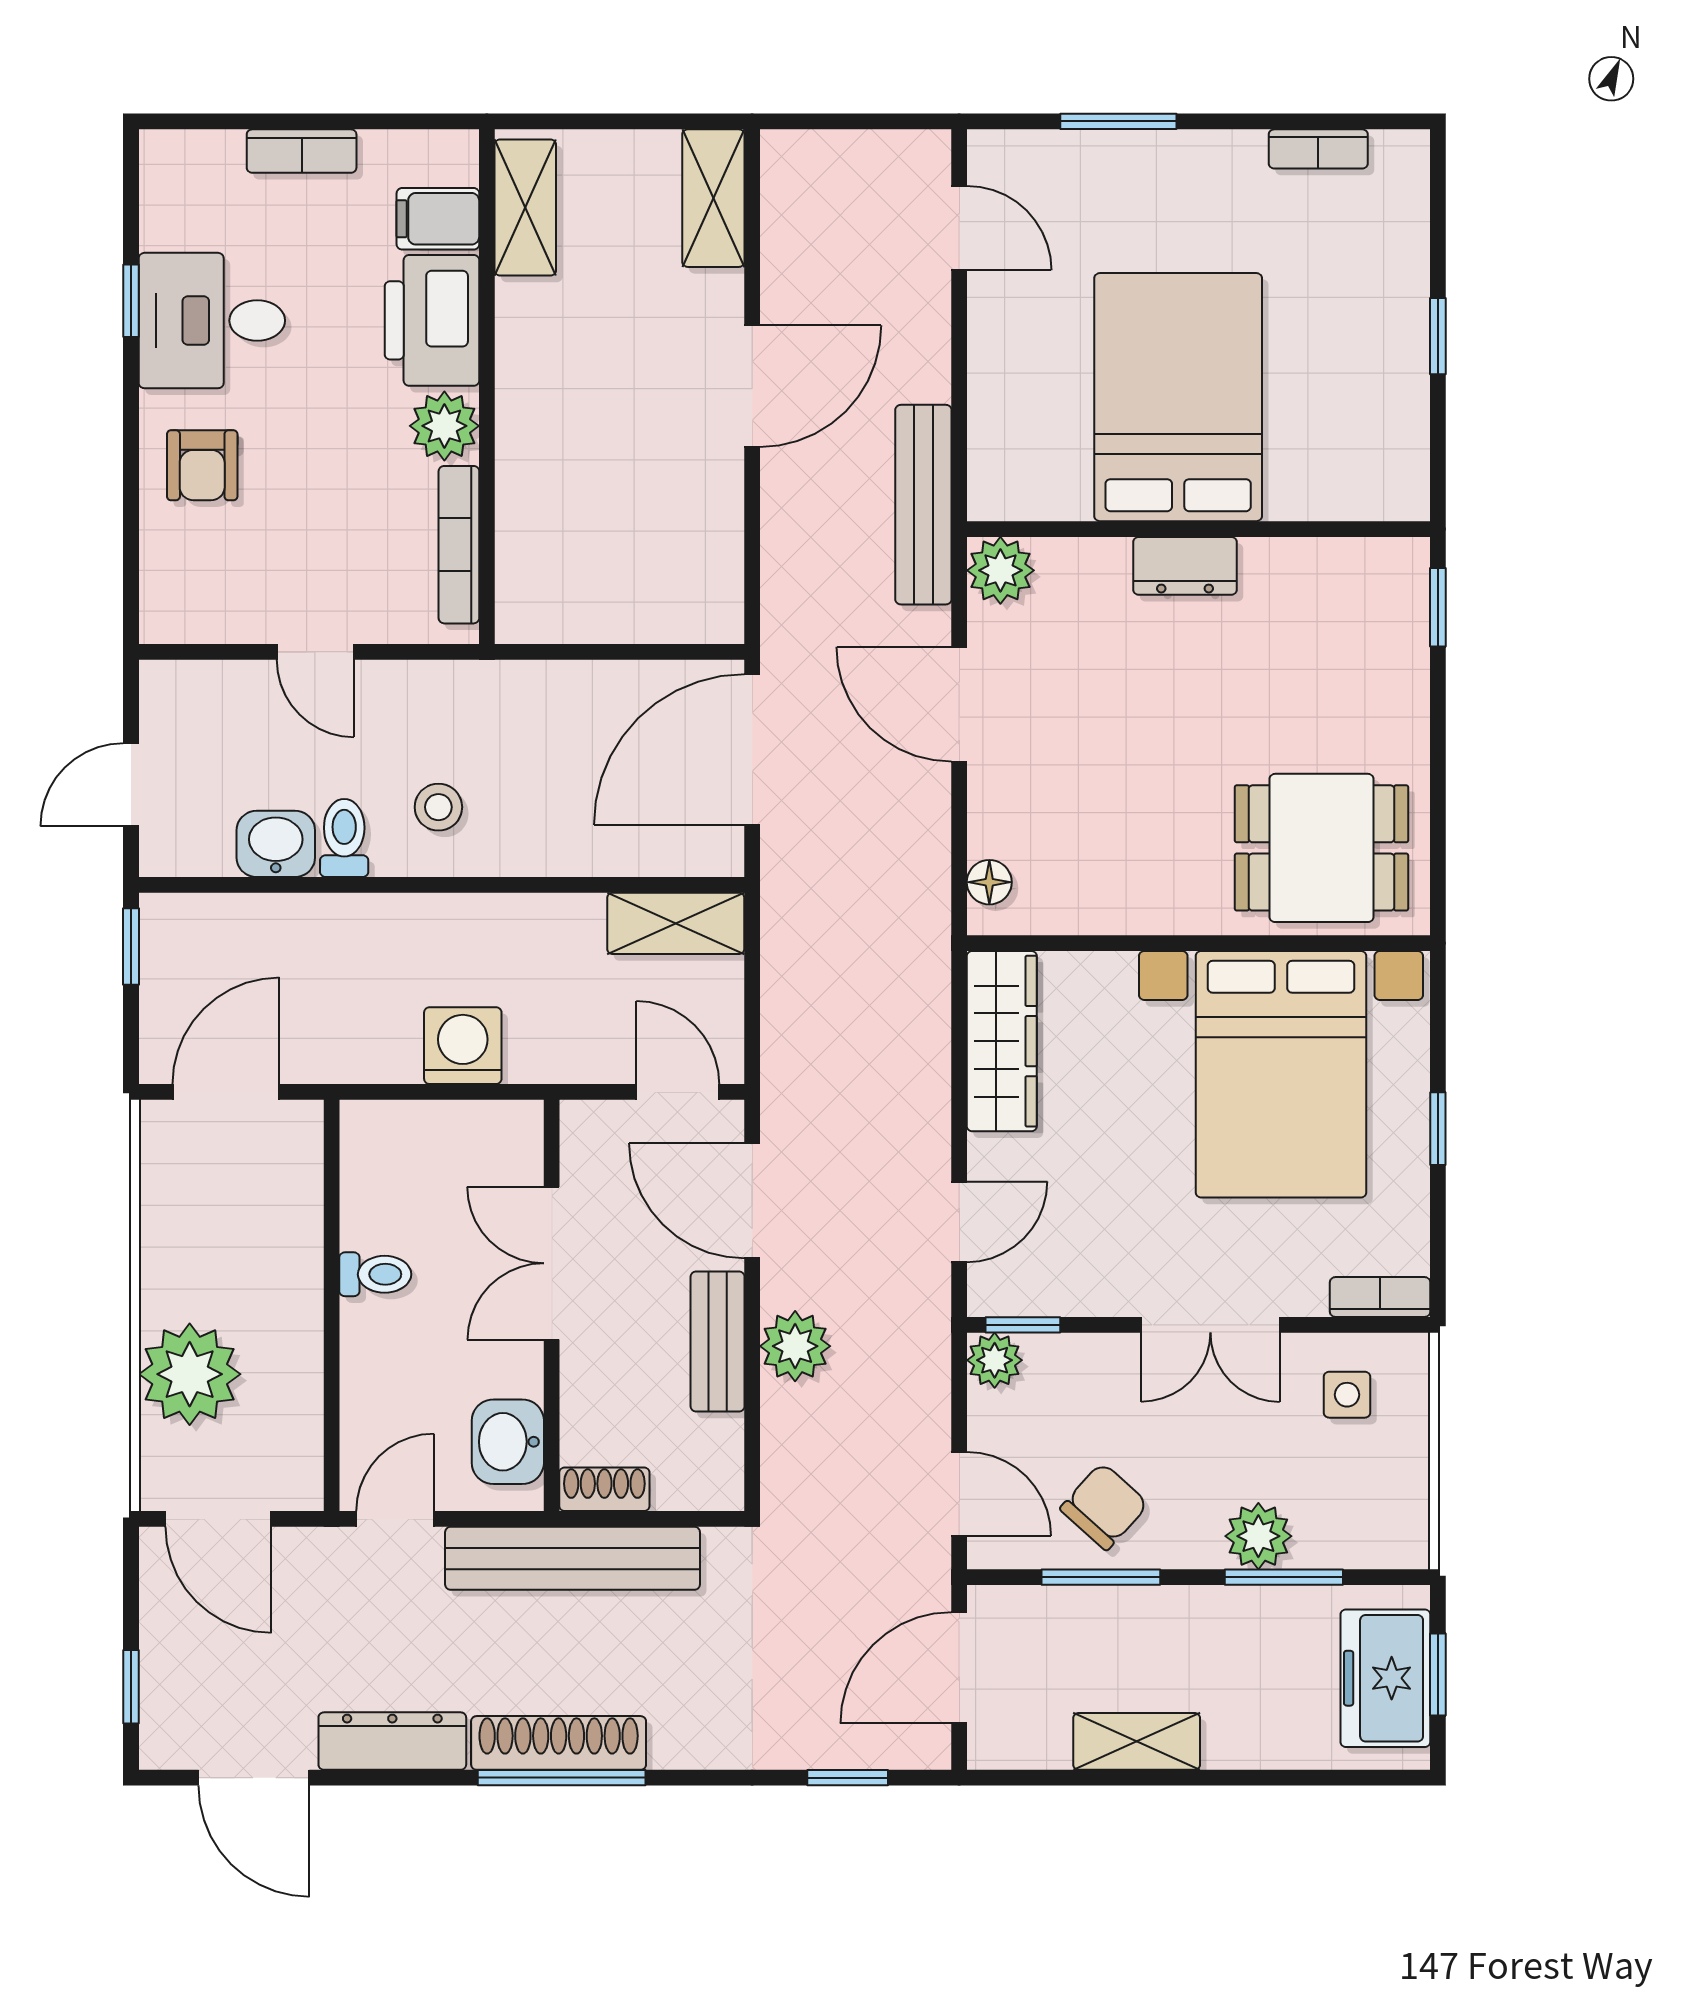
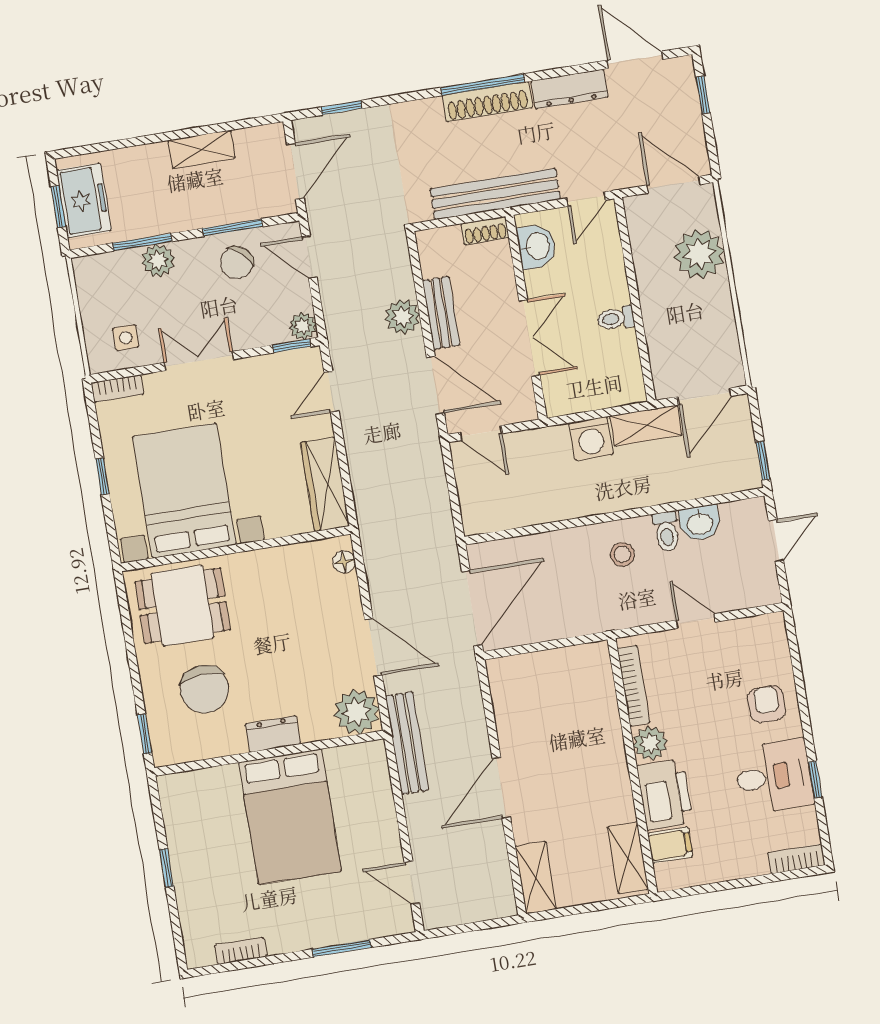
bookcase: (302, 151) -> (796, 859), moved
plant: (1000, 570) -> (357, 712), width x1.36, depth x1.36
chair: (1305, 676) -> (204, 689), added
shelving: (676, 923) -> (646, 426), moved

